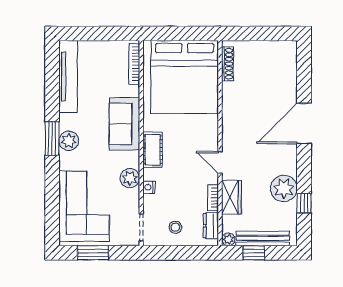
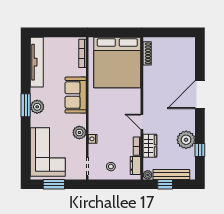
cot: (153, 150) -> (95, 113), removed

